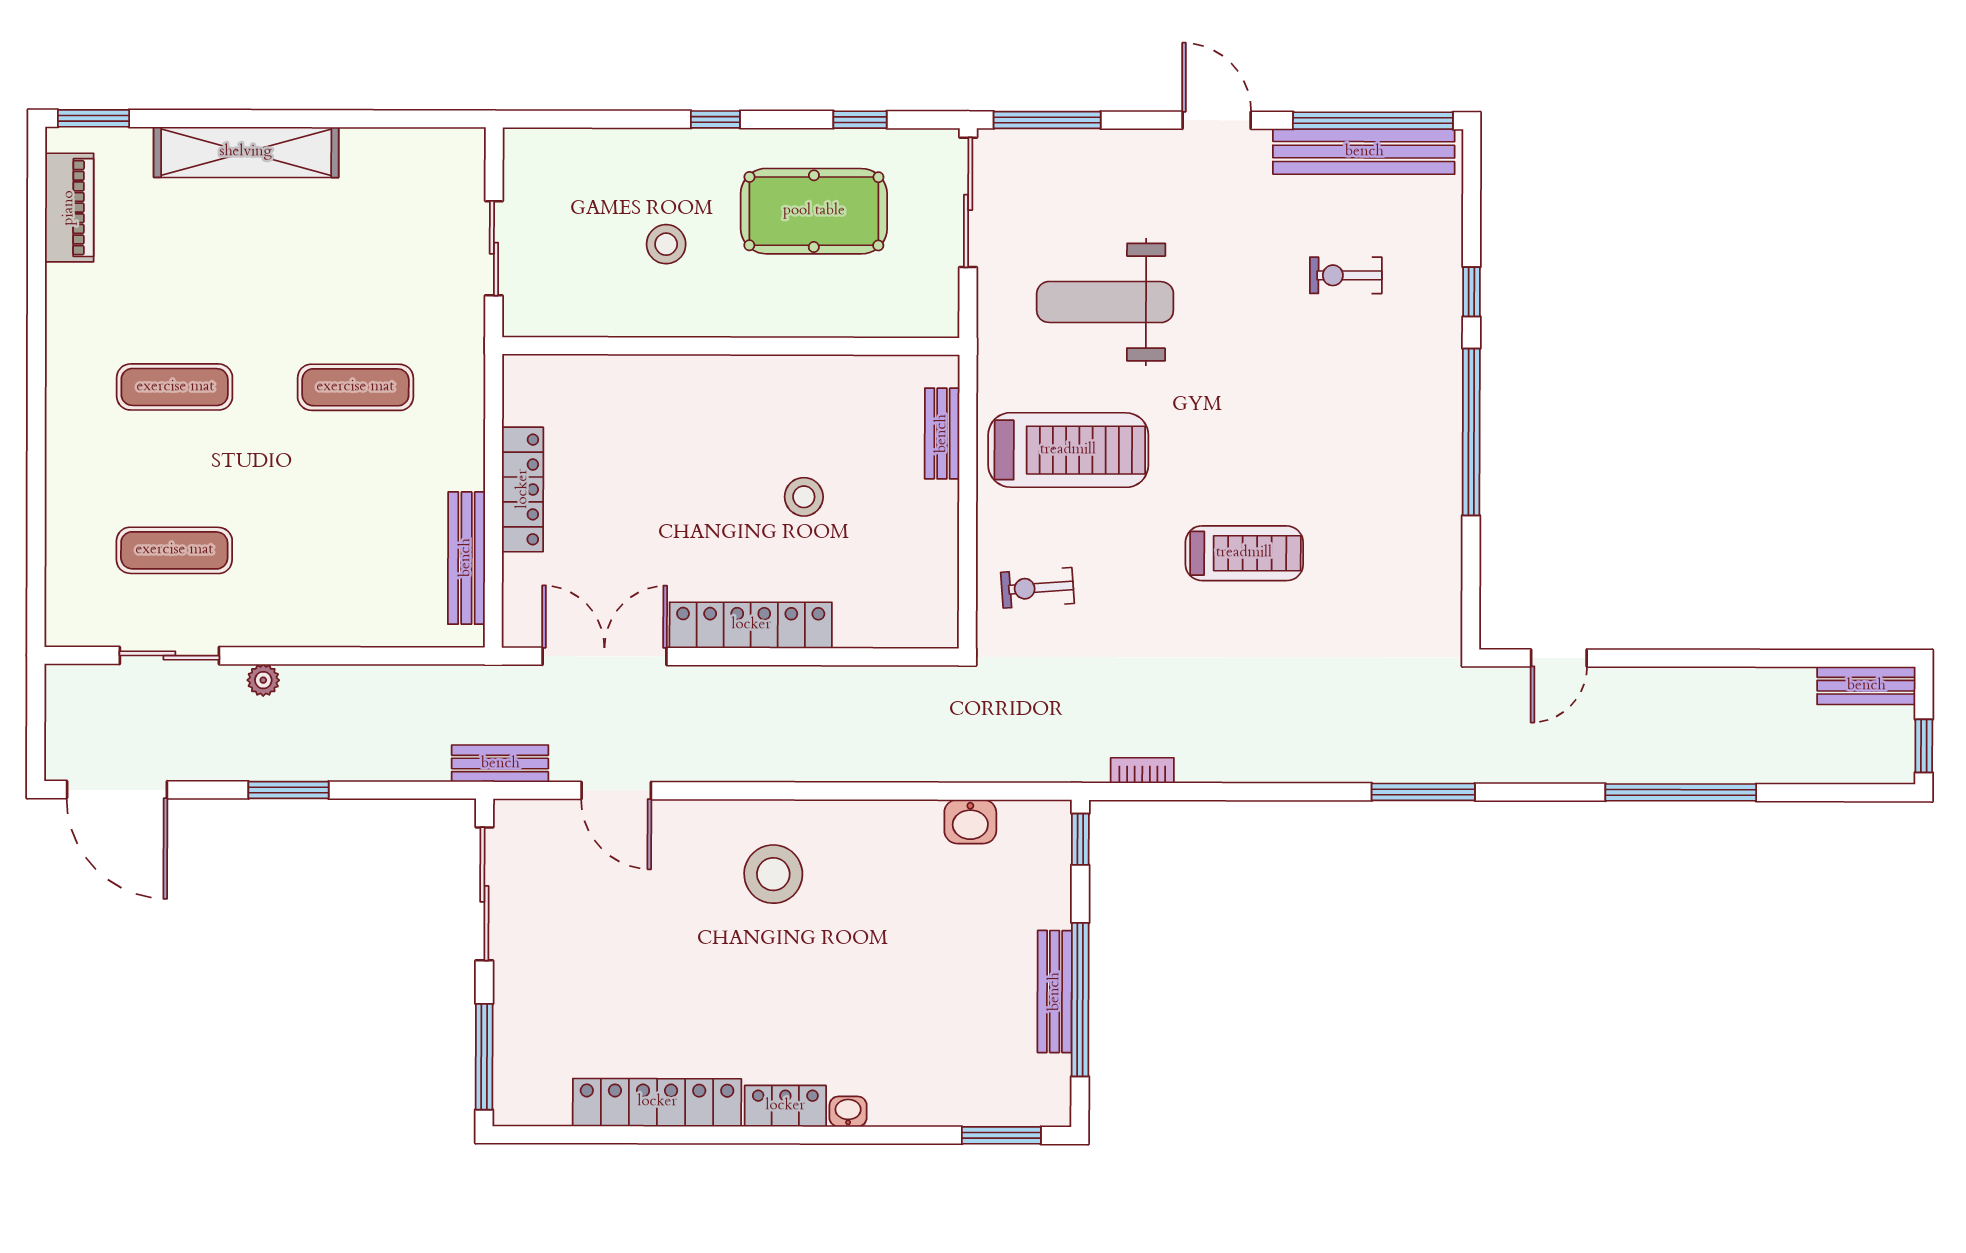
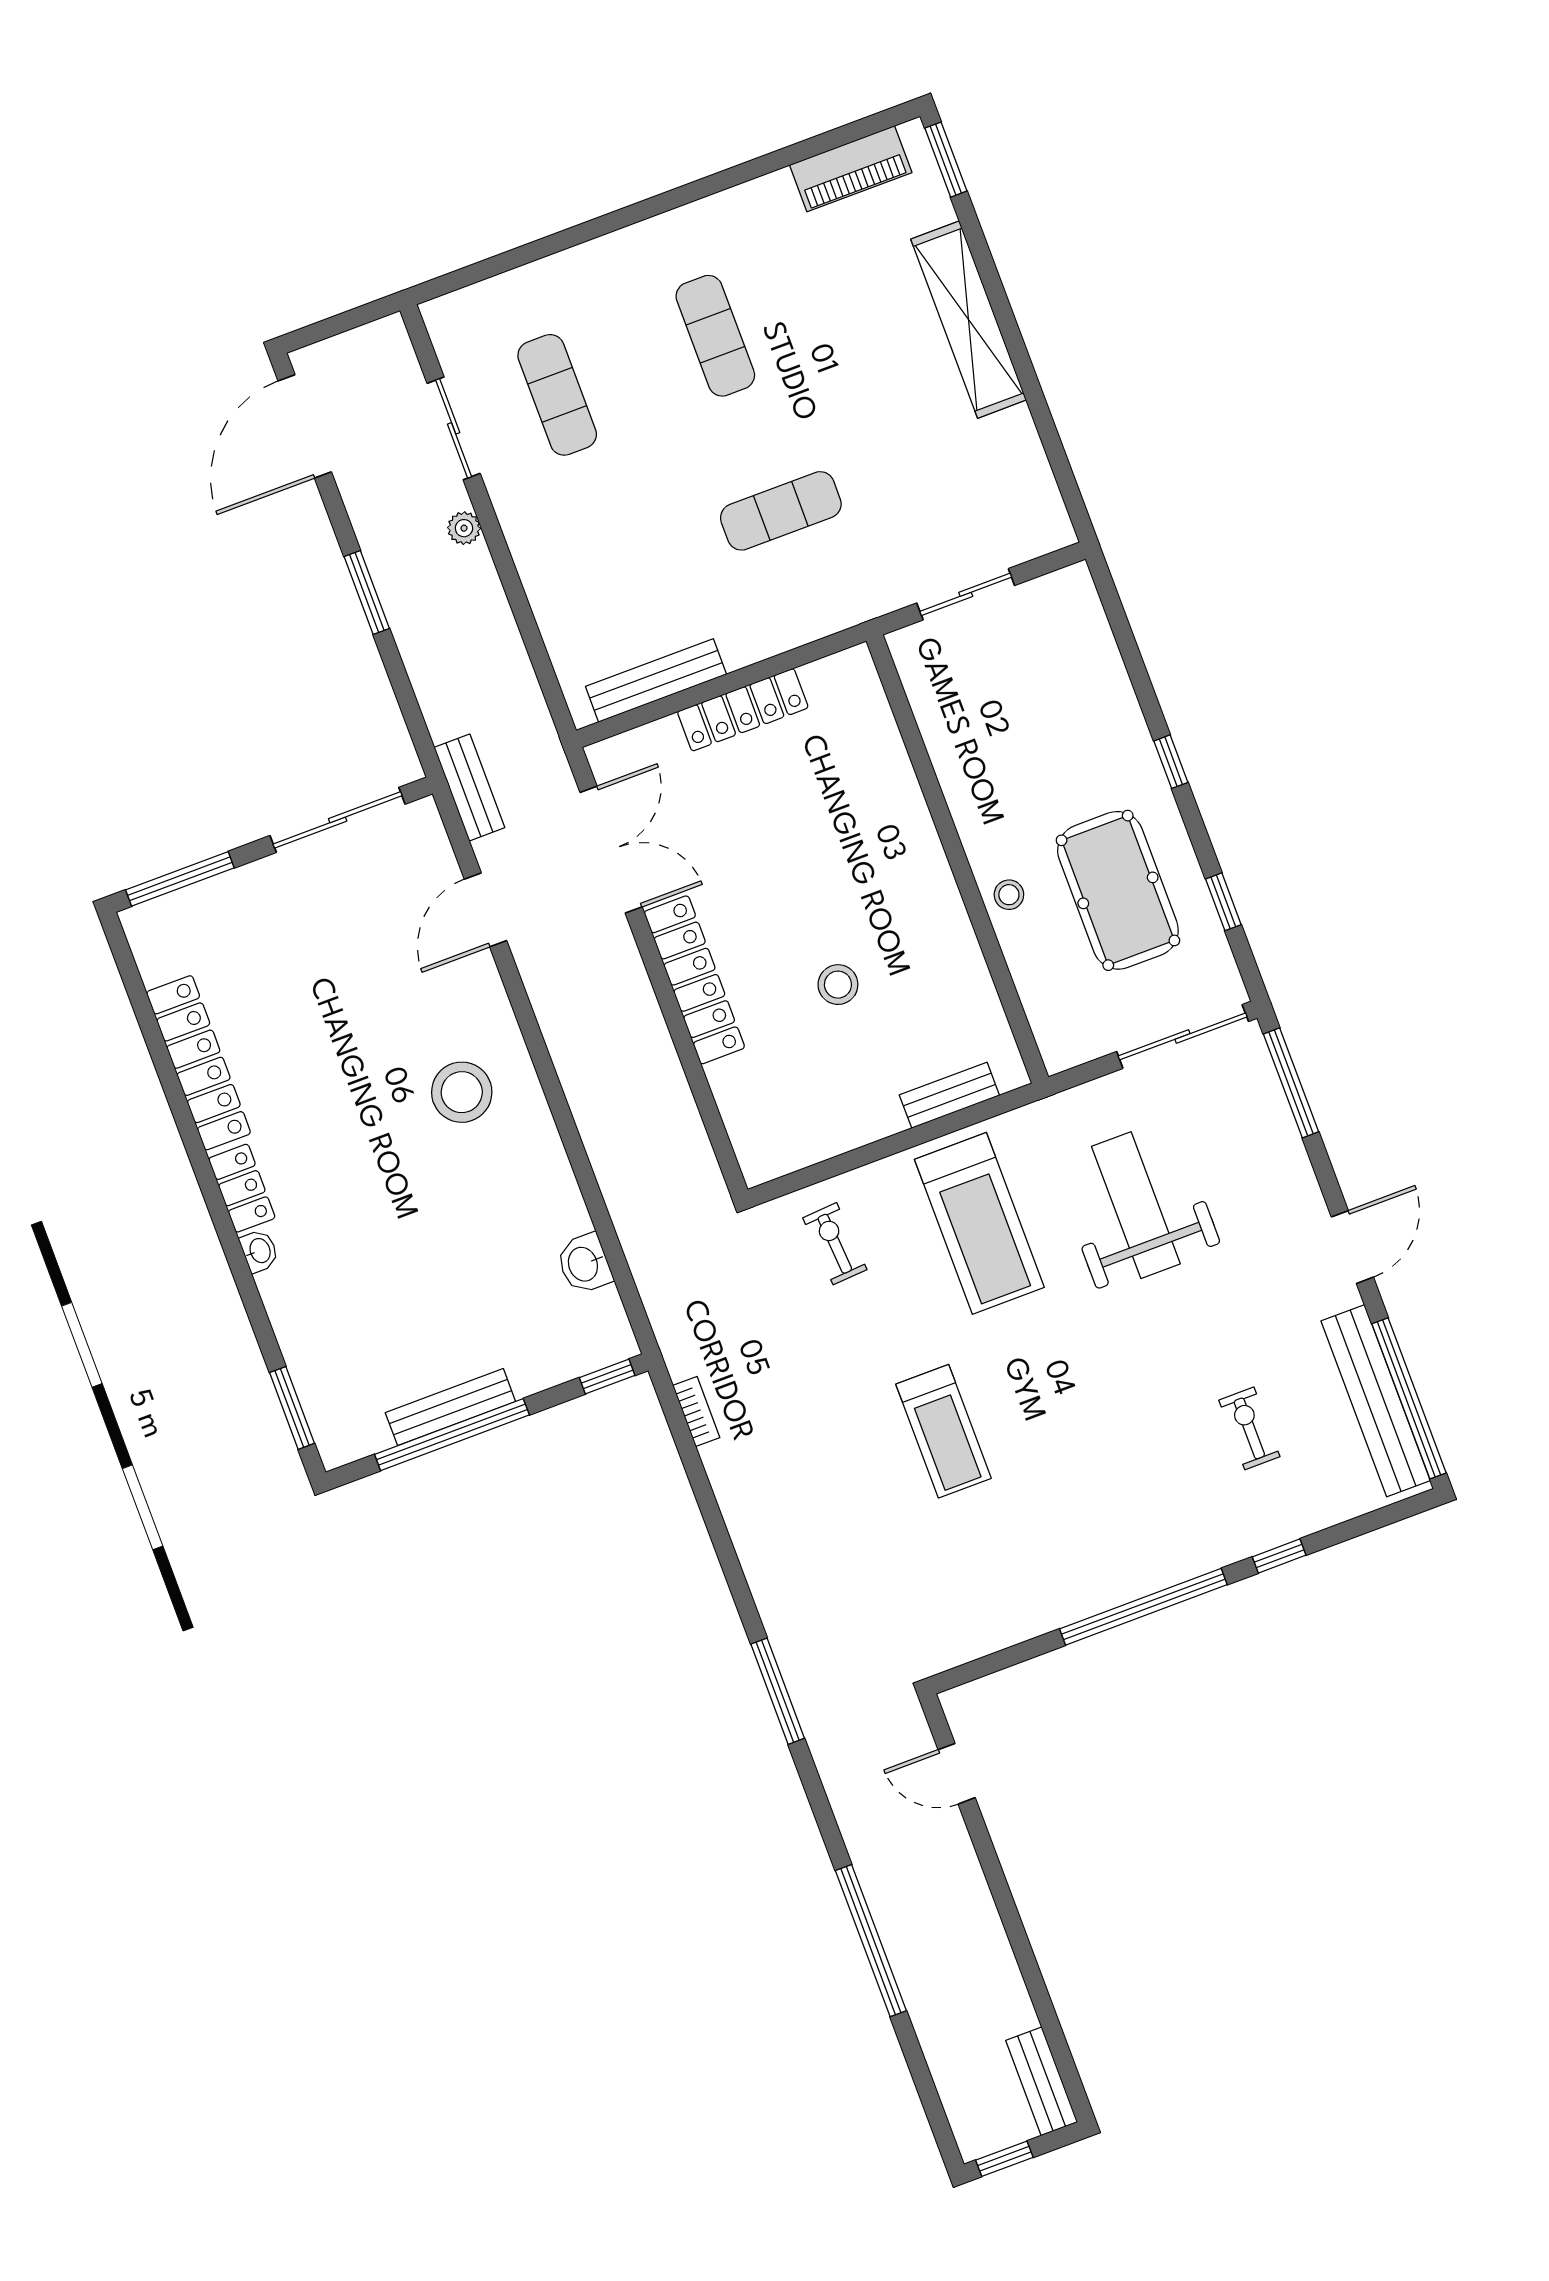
stool: (666, 244) -> (1009, 895), moved, width x0.73, depth x0.73
exercise mat: (355, 387) -> (781, 511), turned 90

